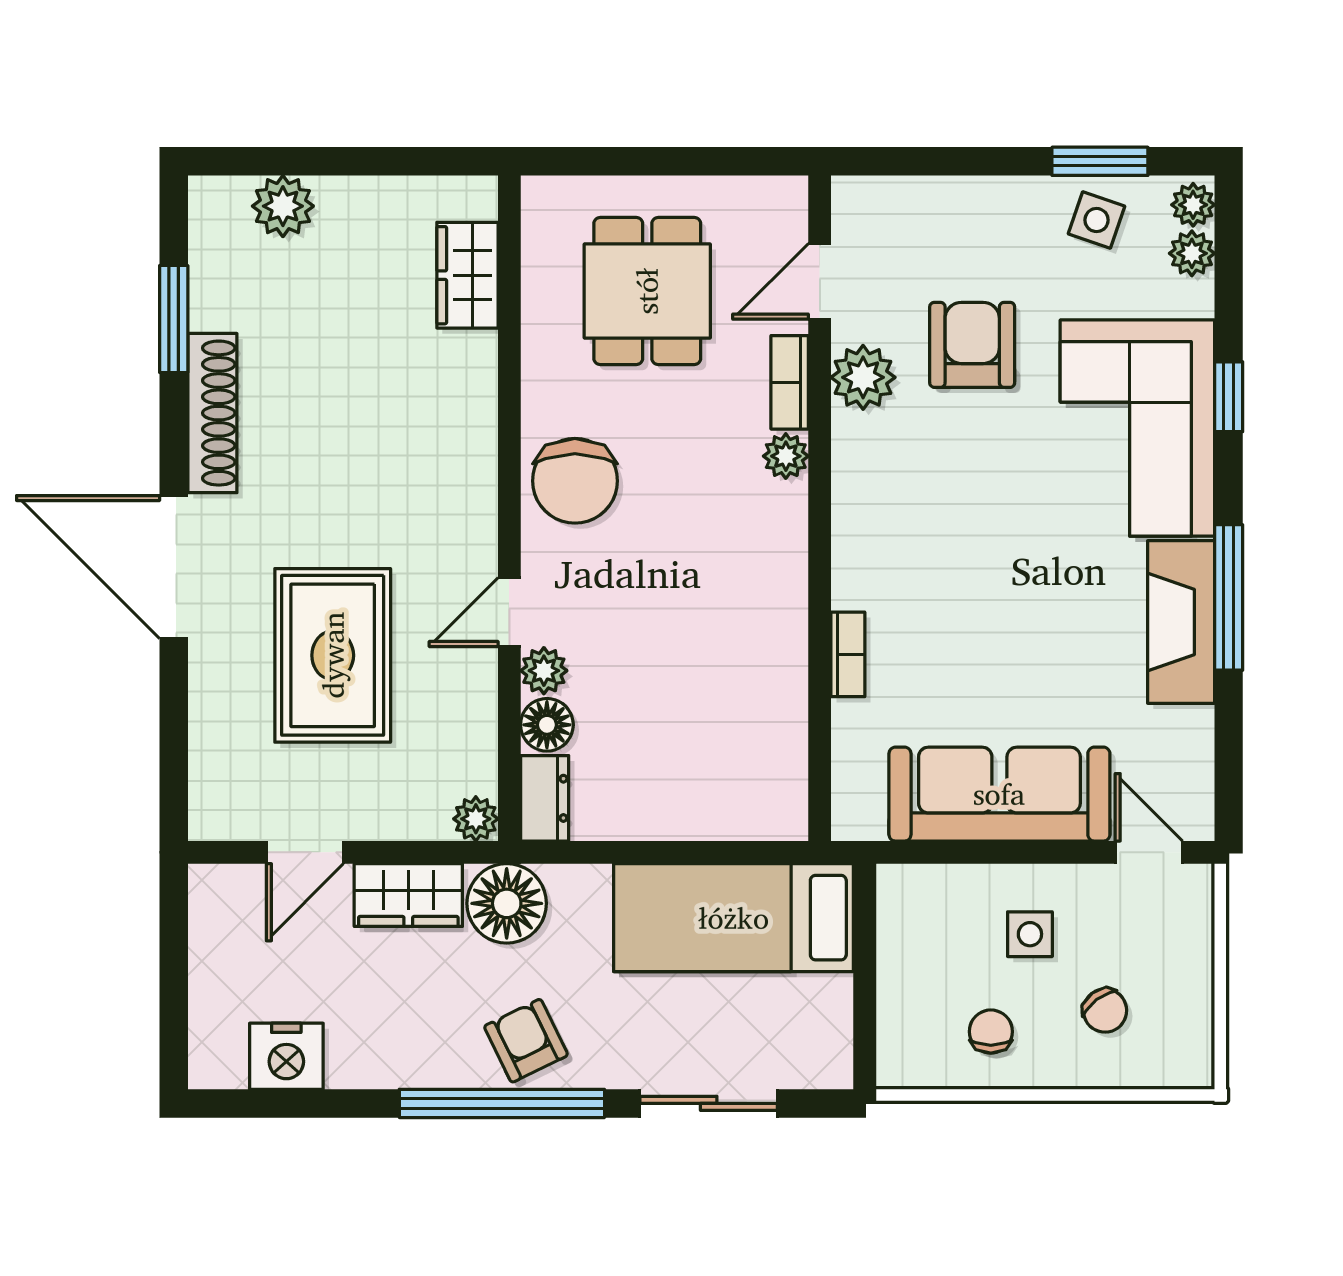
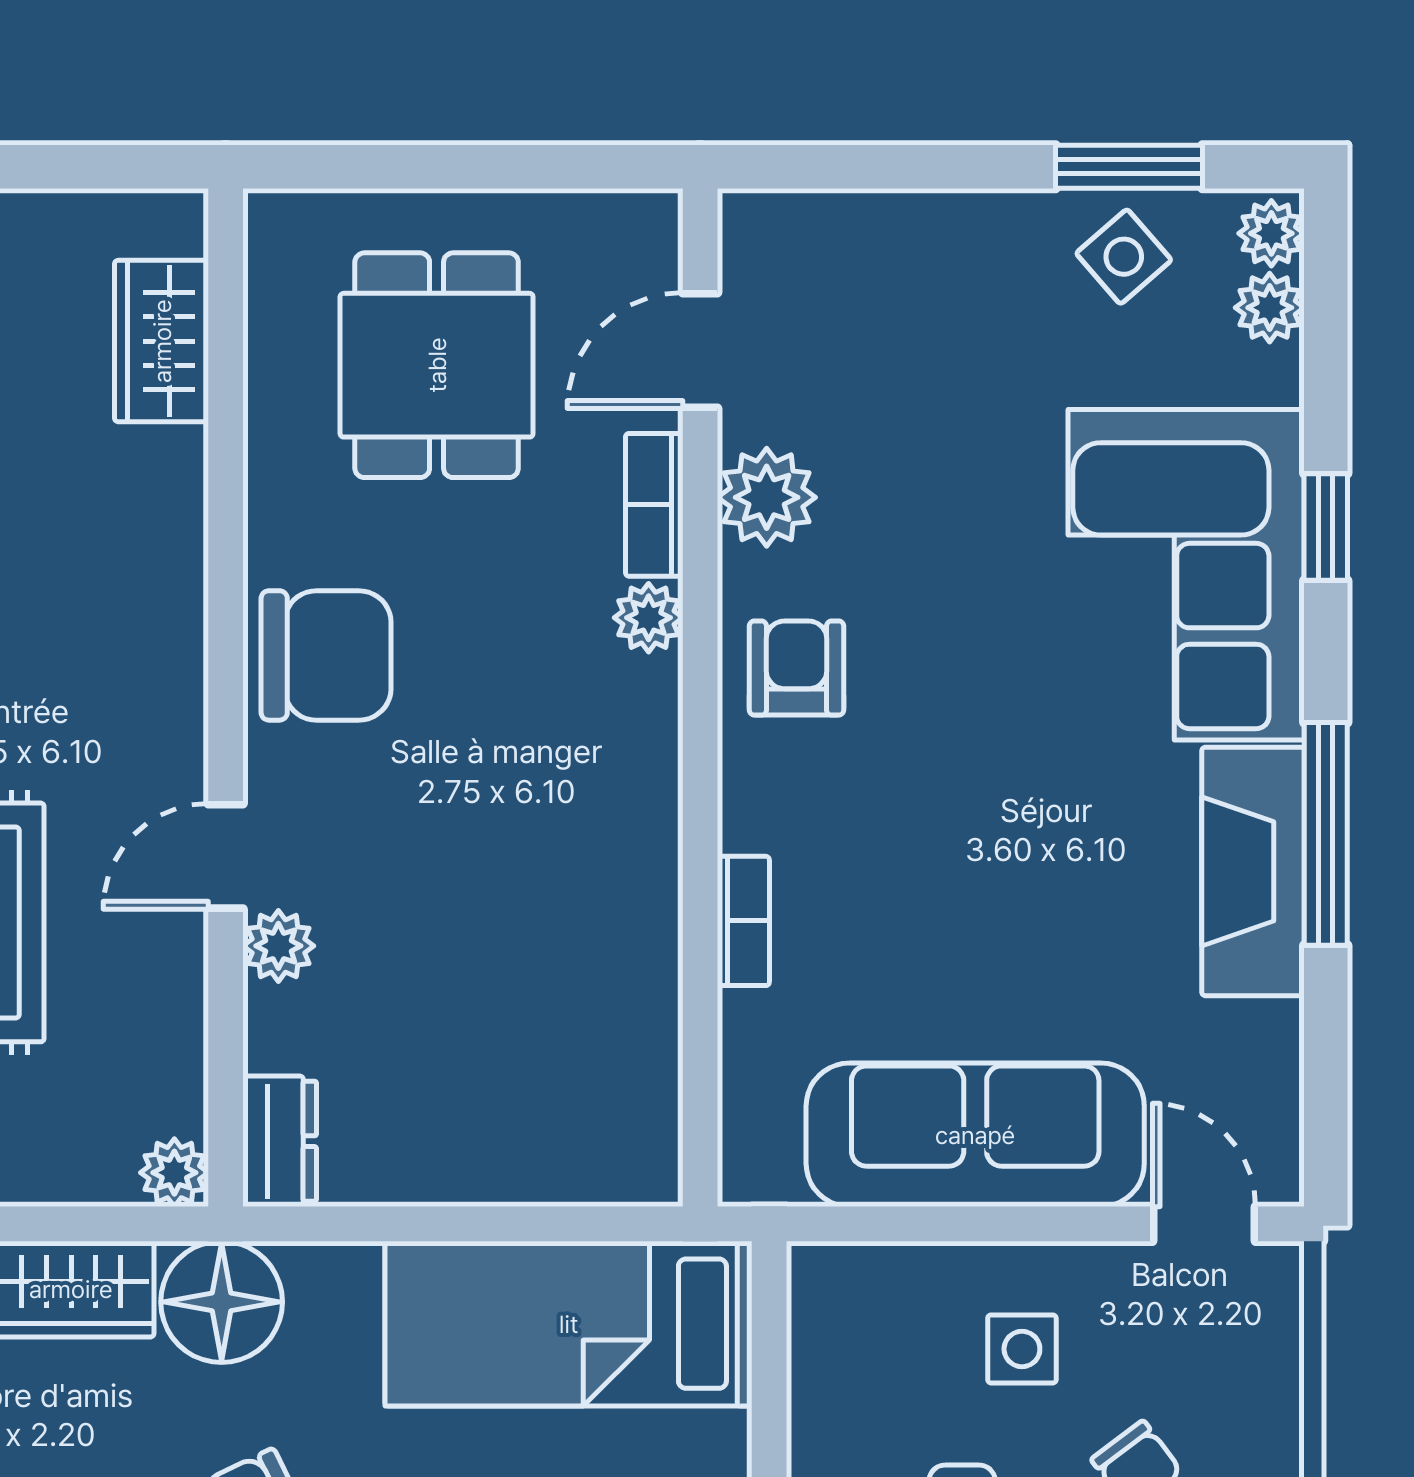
side table: (1097, 220) -> (1124, 257), turned 30
armchair: (972, 345) -> (797, 668), moved, width x0.72, depth x0.72
chair: (575, 481) -> (326, 655), turned -90
floor lamp: (547, 725) -> (283, 1029), removed

